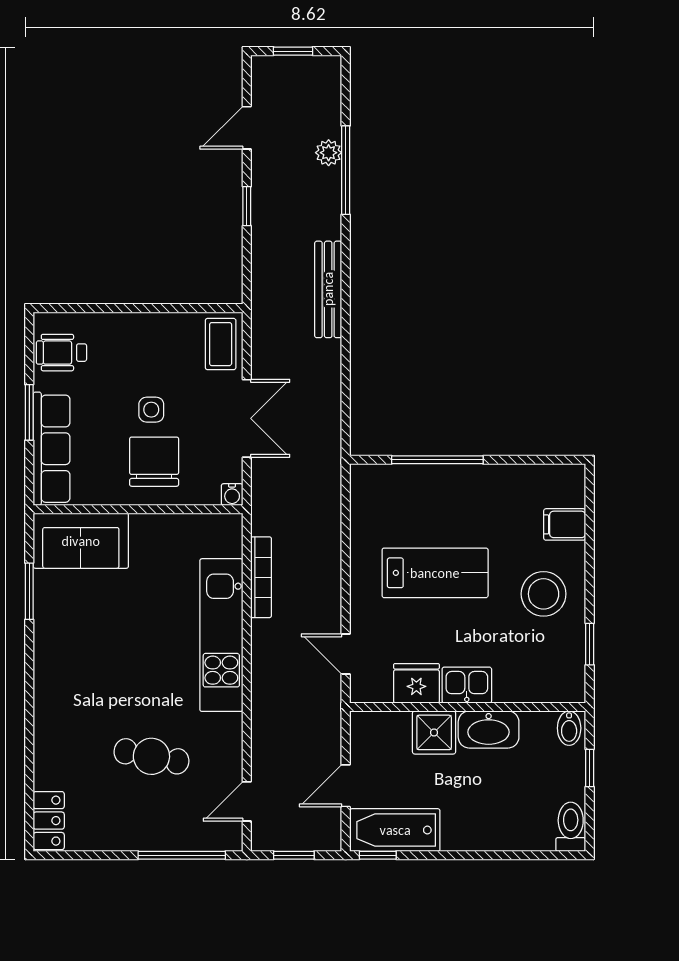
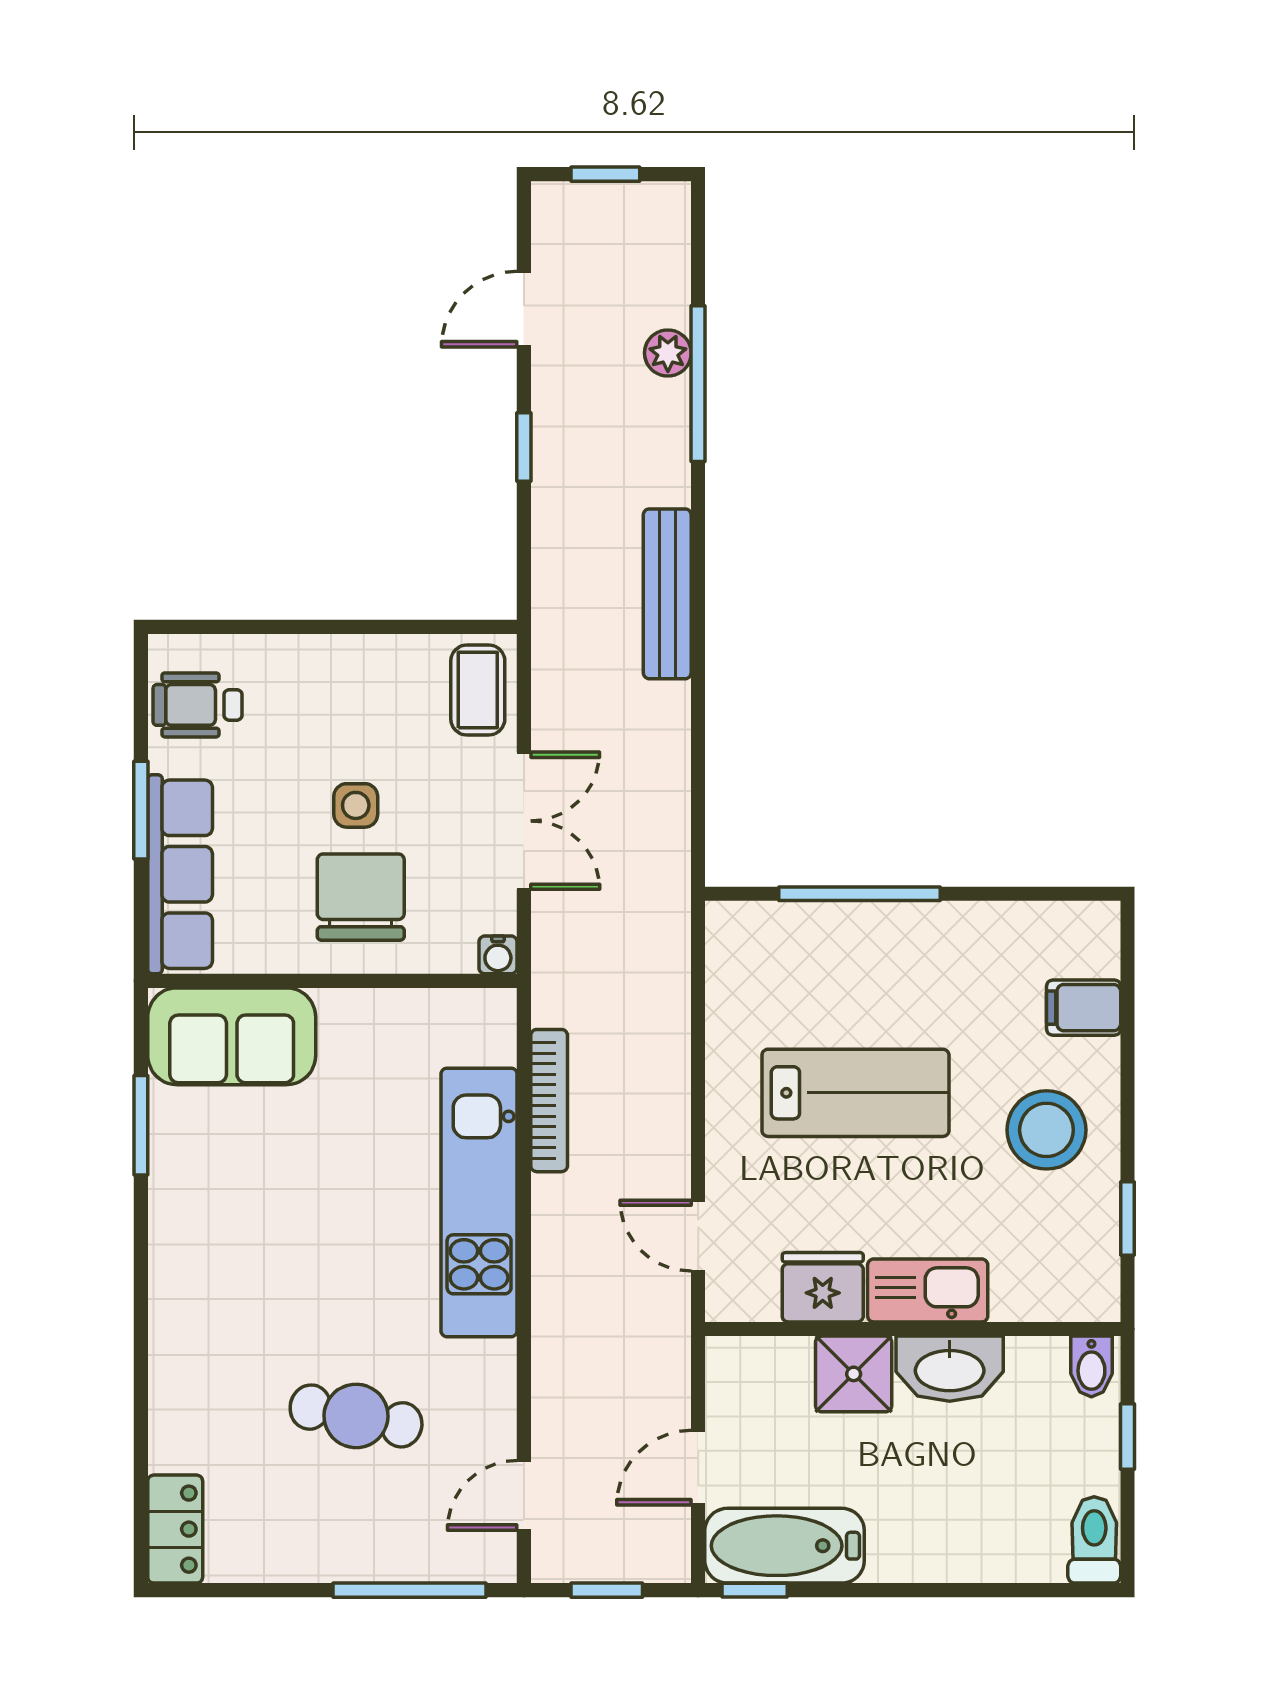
kitchen sink: (467, 685) -> (928, 1290), width x1.38

